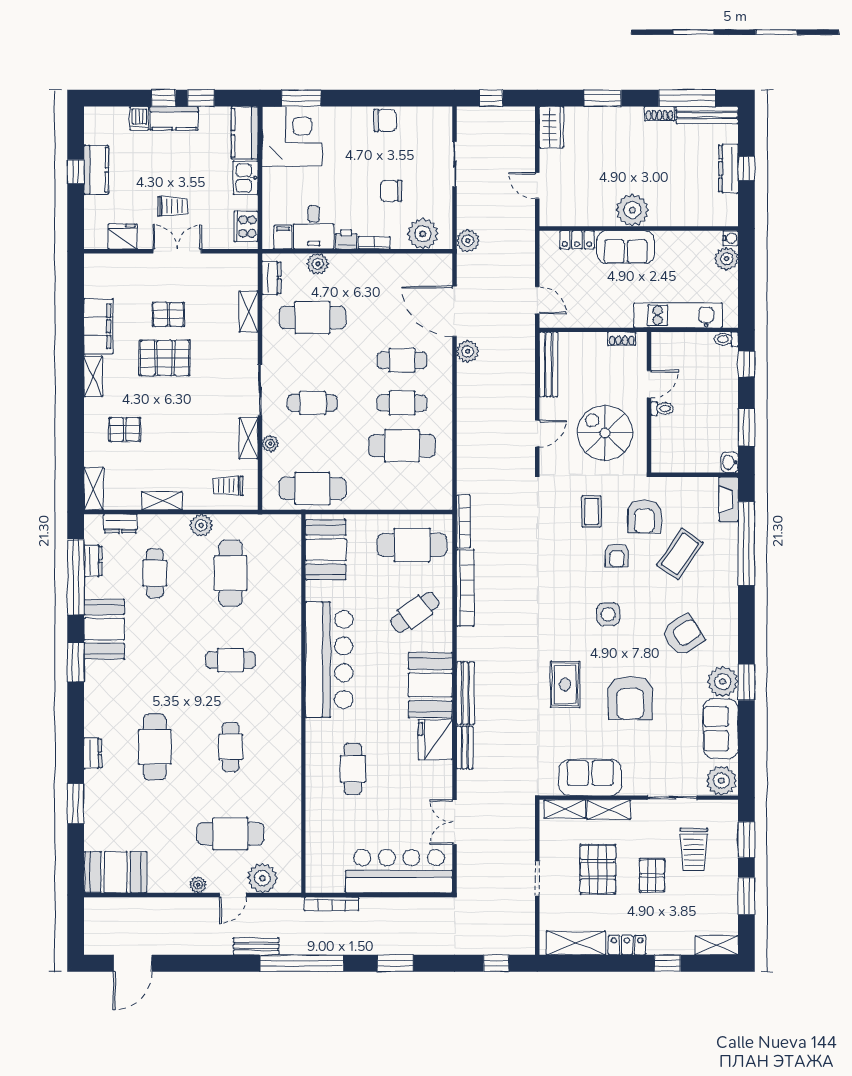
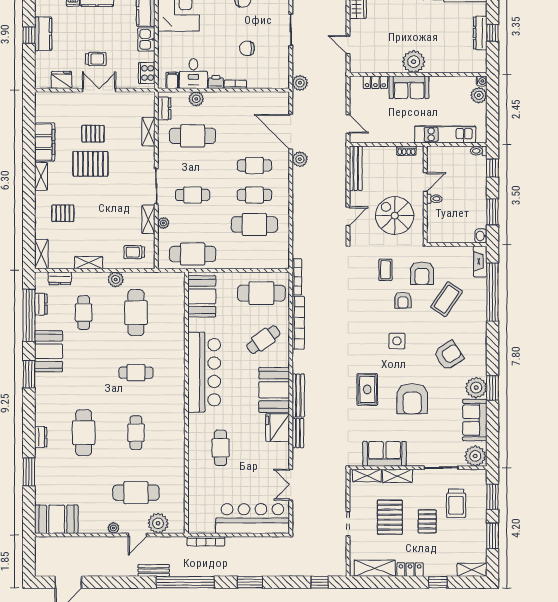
plant: (423, 234) -> (269, 78), removed

